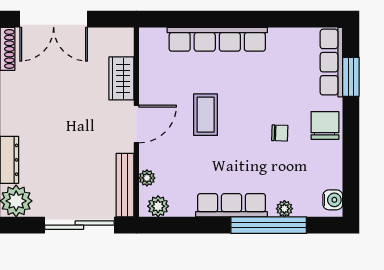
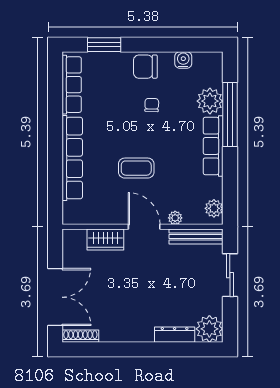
row of seats: (331, 62) -> (72, 85), moved, turned -90
plant: (147, 178) -> (175, 218), moved
water cooler: (333, 200) -> (183, 60), moved
plant: (284, 209) -> (210, 101), width x1.88, depth x1.88
sliding door: (79, 225) -> (230, 275), width x0.73

